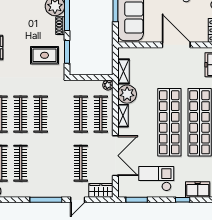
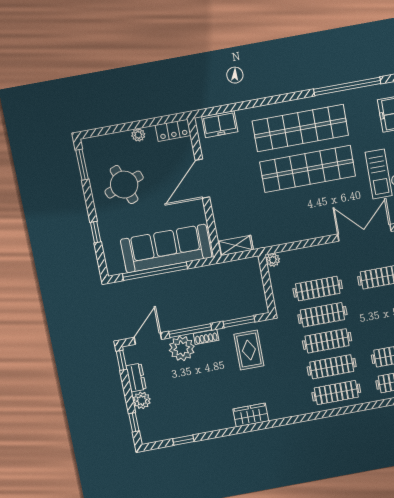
shelving: (123, 71) -> (235, 245), moved
plant: (127, 94) -> (280, 232), removed
clothes rail: (101, 114) -> (322, 315), moved
shelving: (123, 116) -> (310, 233), removed

